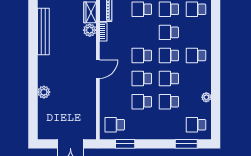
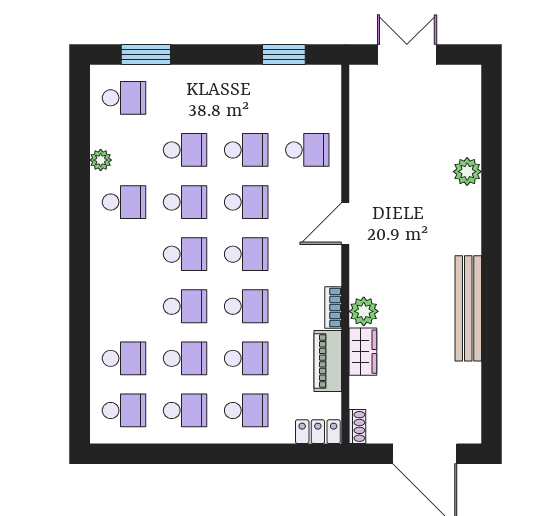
school desk: (142, 32) -> (246, 306), added
school desk: (196, 55) -> (124, 202), moved
school desk: (115, 125) -> (307, 150), moved

